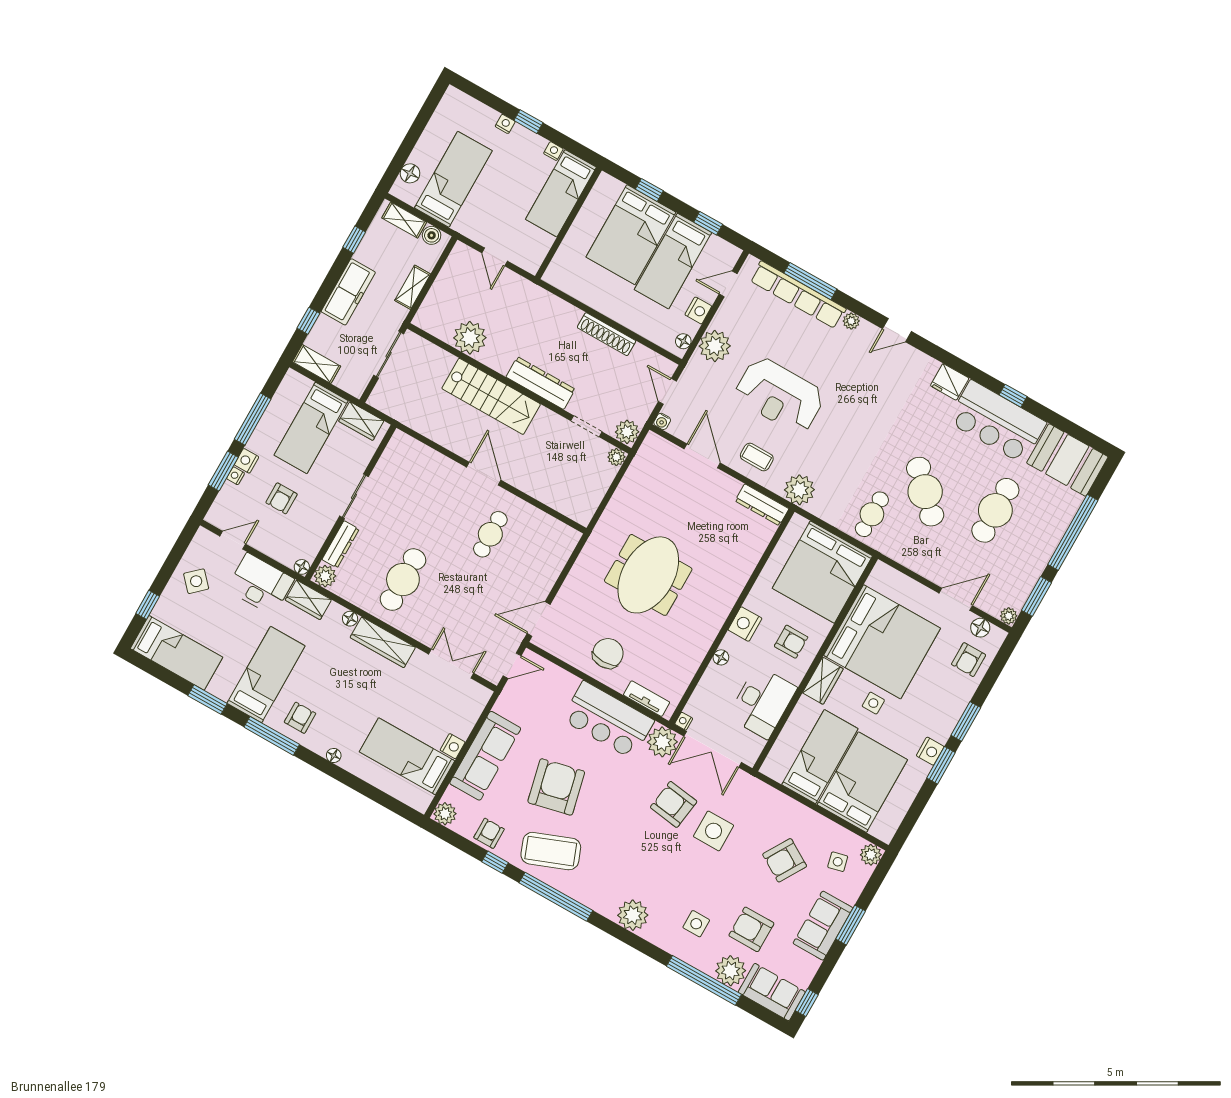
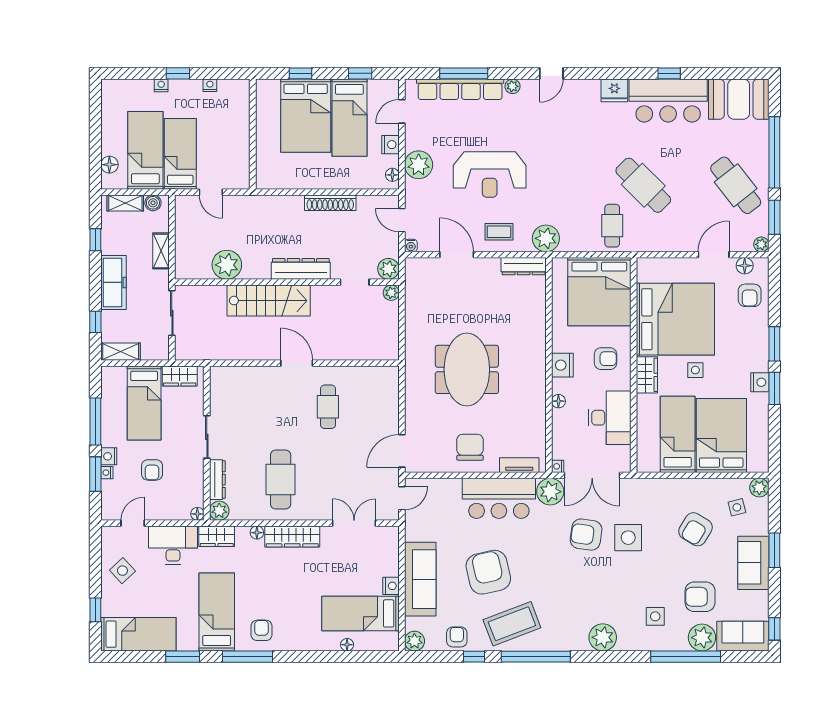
bed: (561, 193) -> (180, 154), moved, turned 180
cafe table: (995, 510) -> (736, 185), moved, turned -38
floor lamp: (334, 755) -> (347, 645), moved

